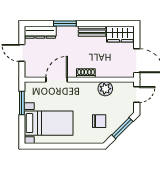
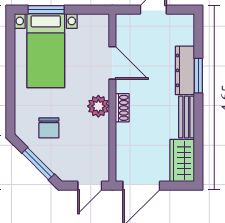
dresser: (40, 32) -> (185, 70), moved
plant: (105, 89) -> (98, 106), moved
door: (137, 94) -> (90, 186), hinge flipped
window: (22, 103) -> (46, 10), moved

